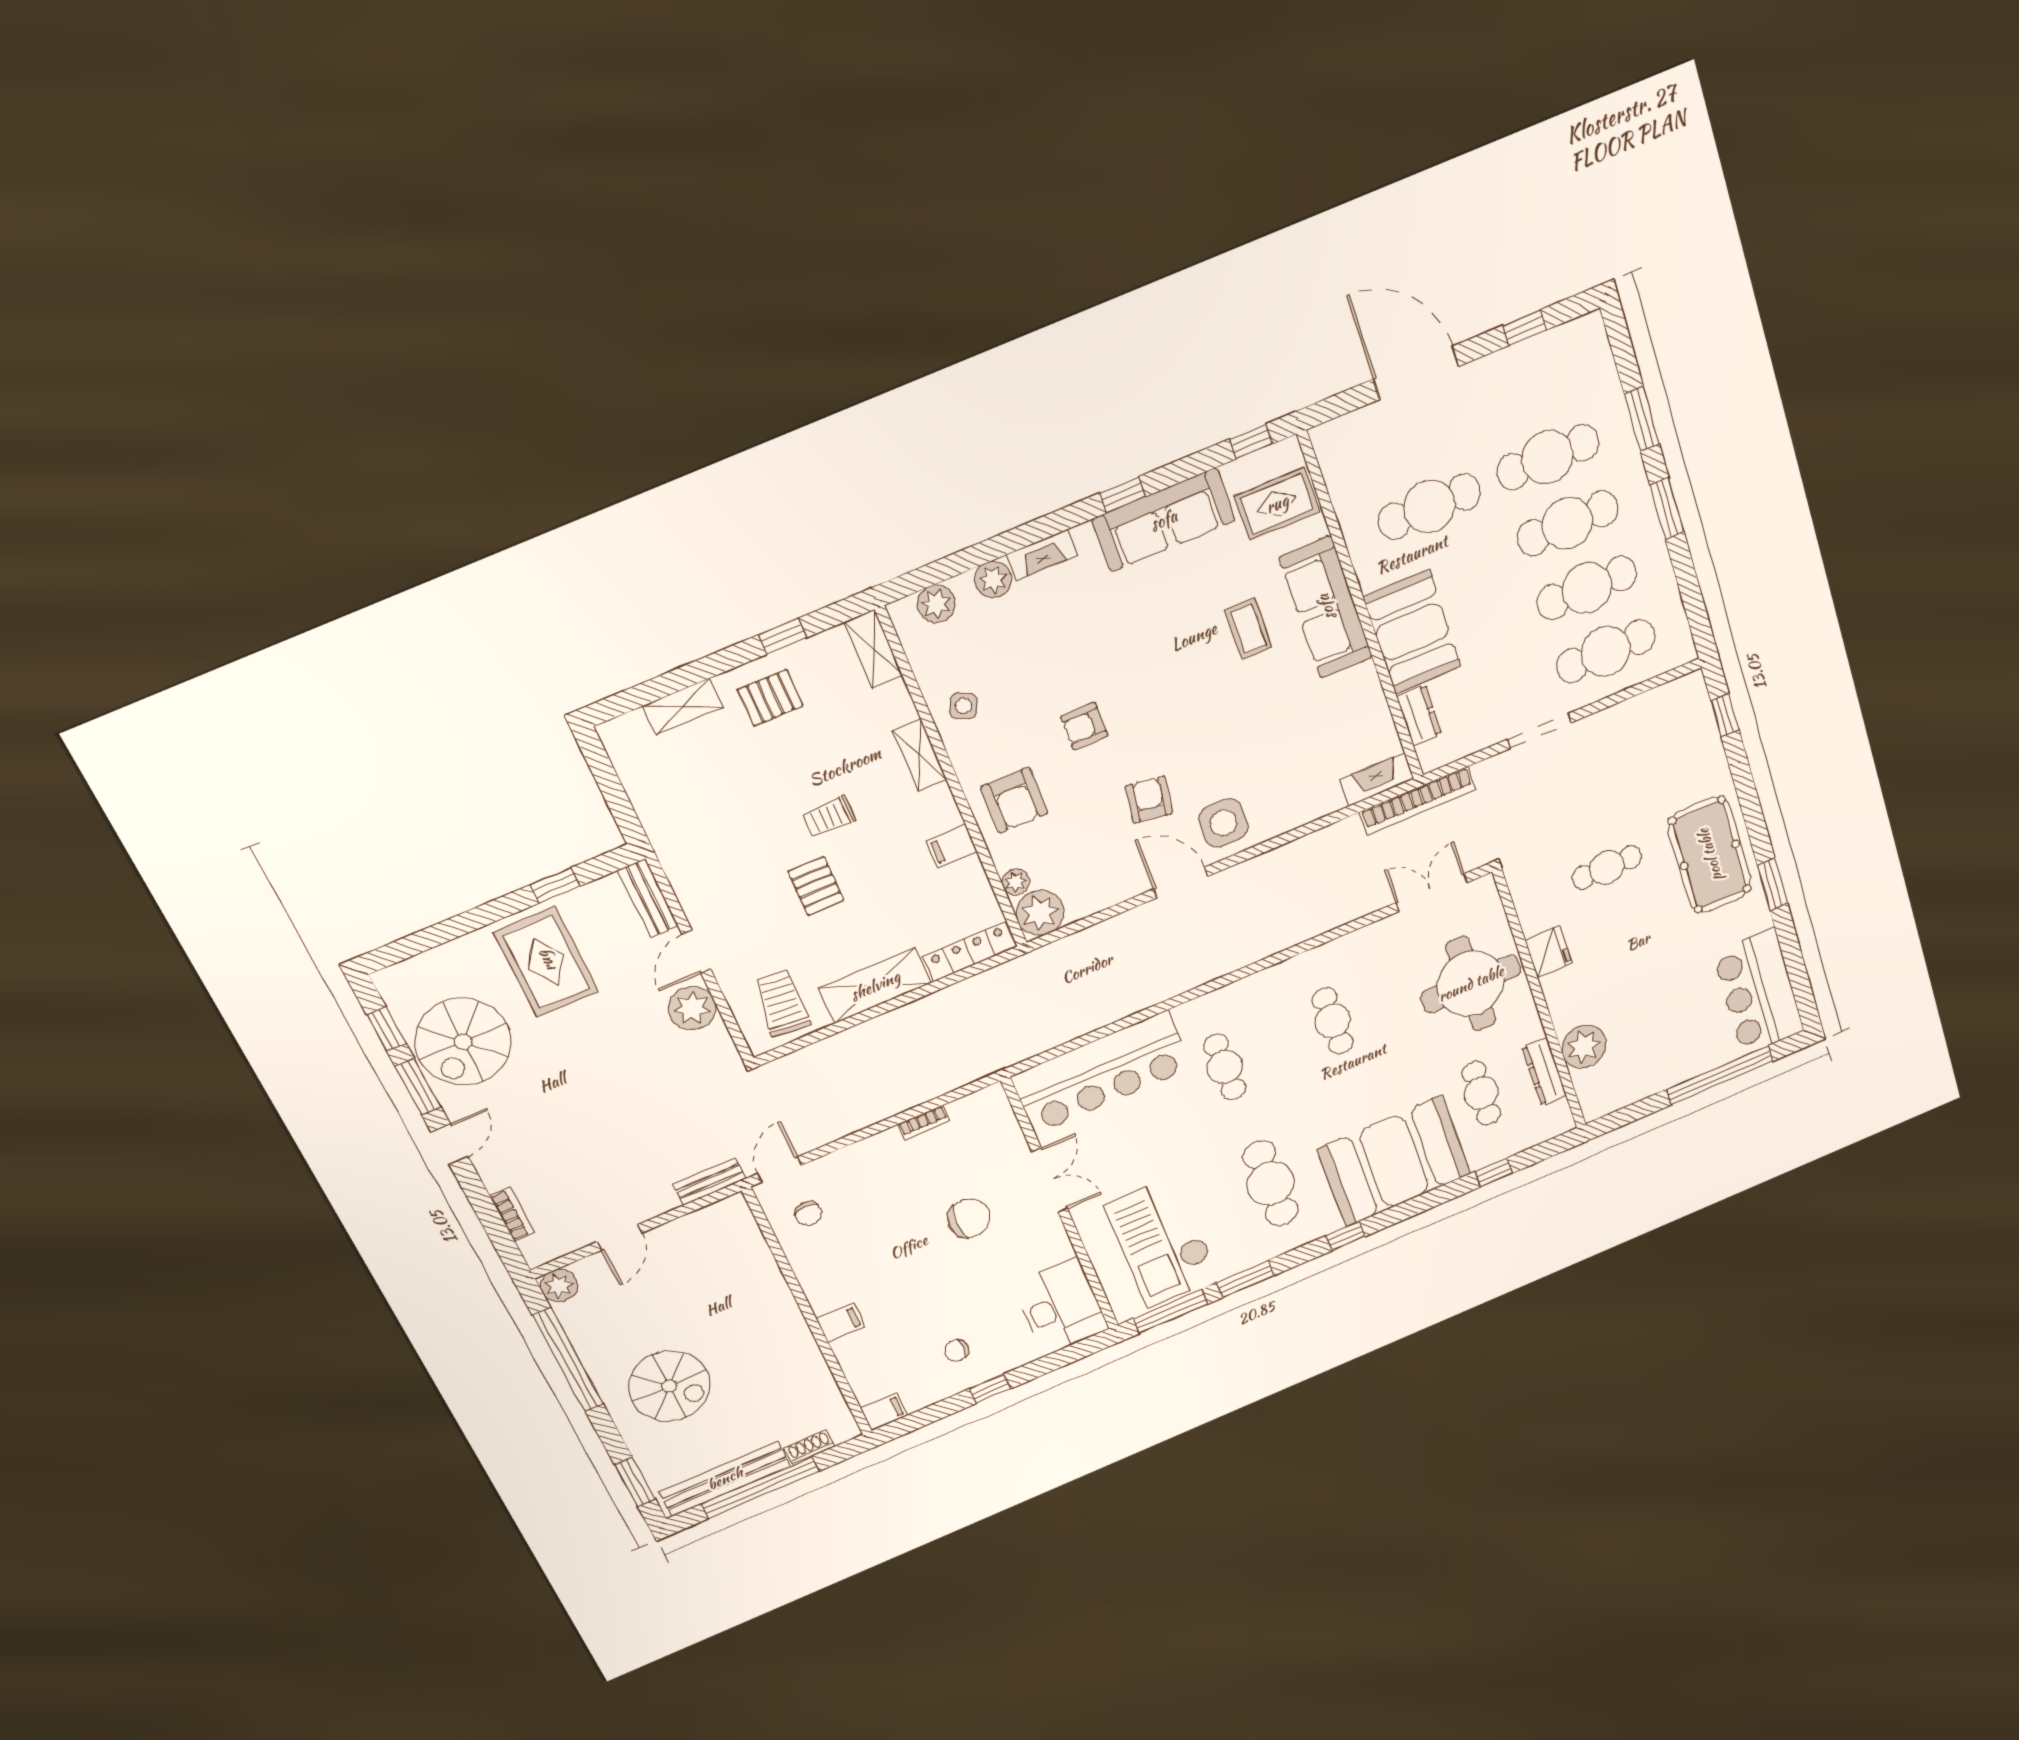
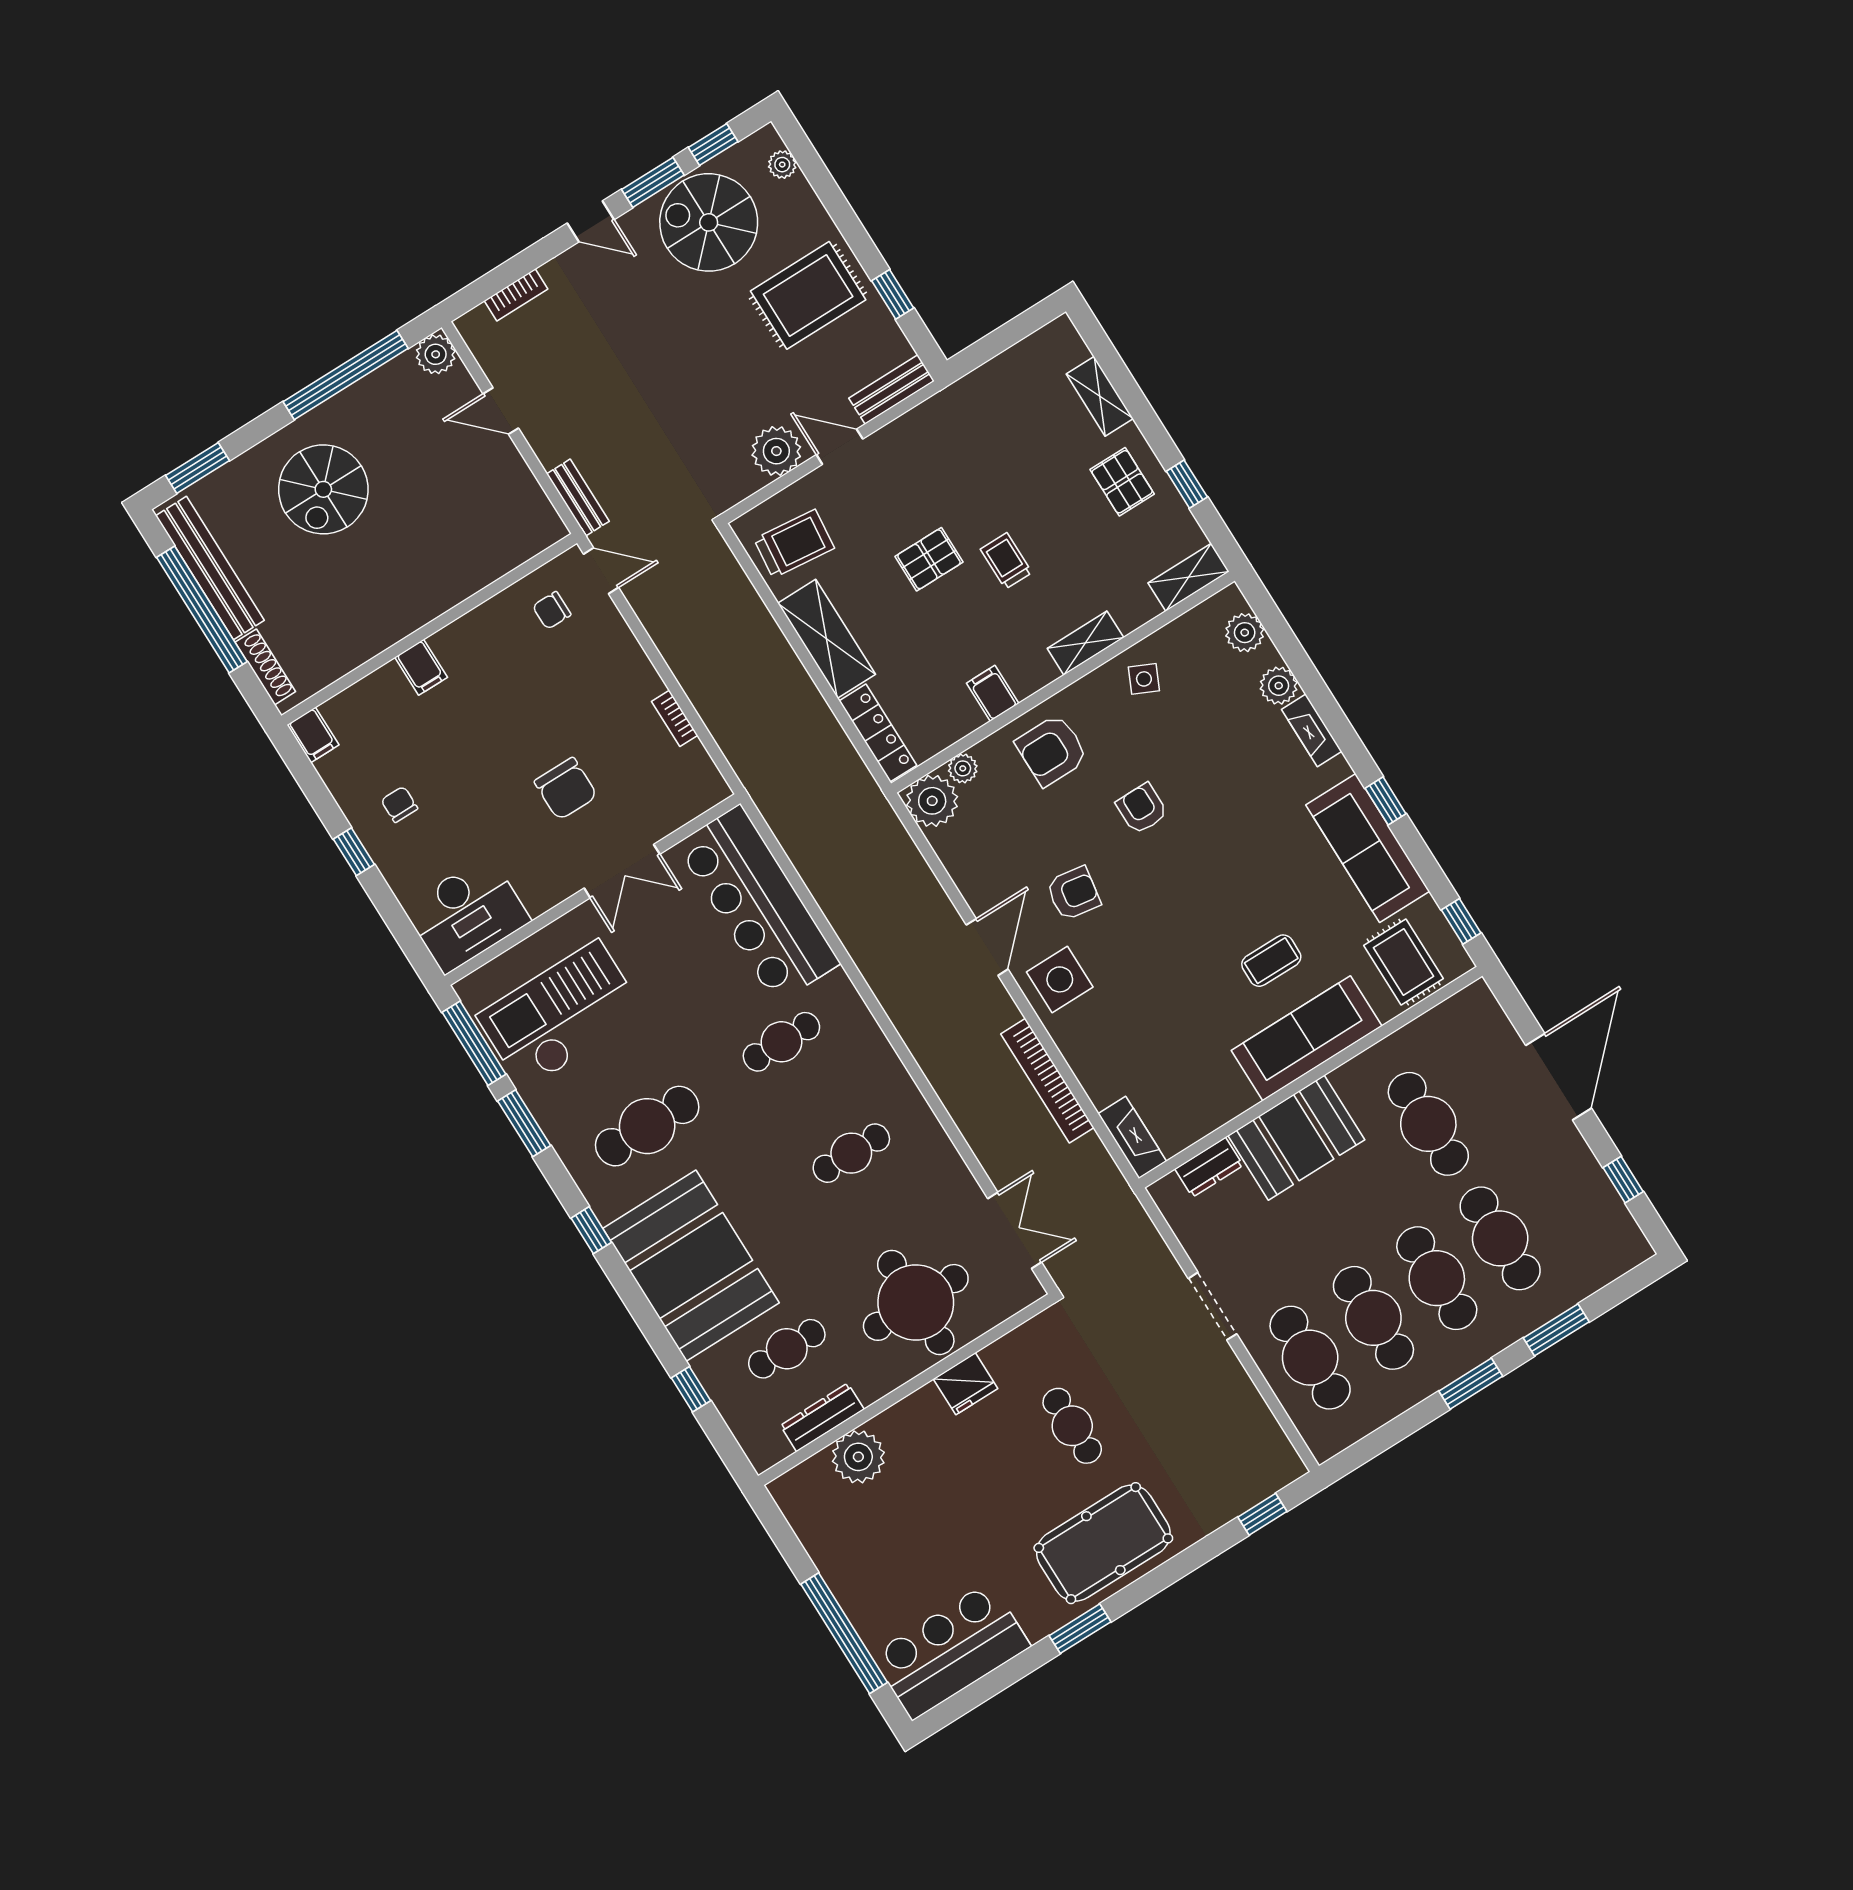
bookcase: (1418, 801) -> (1047, 1081), moved
plant: (414, 970) -> (782, 165), added
shoe rack: (810, 1447) -> (265, 667), width x1.43

